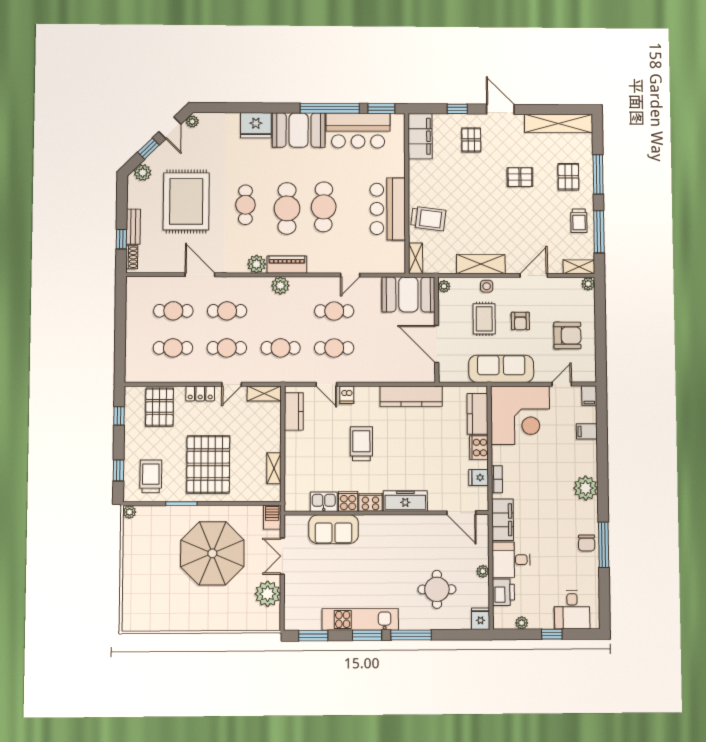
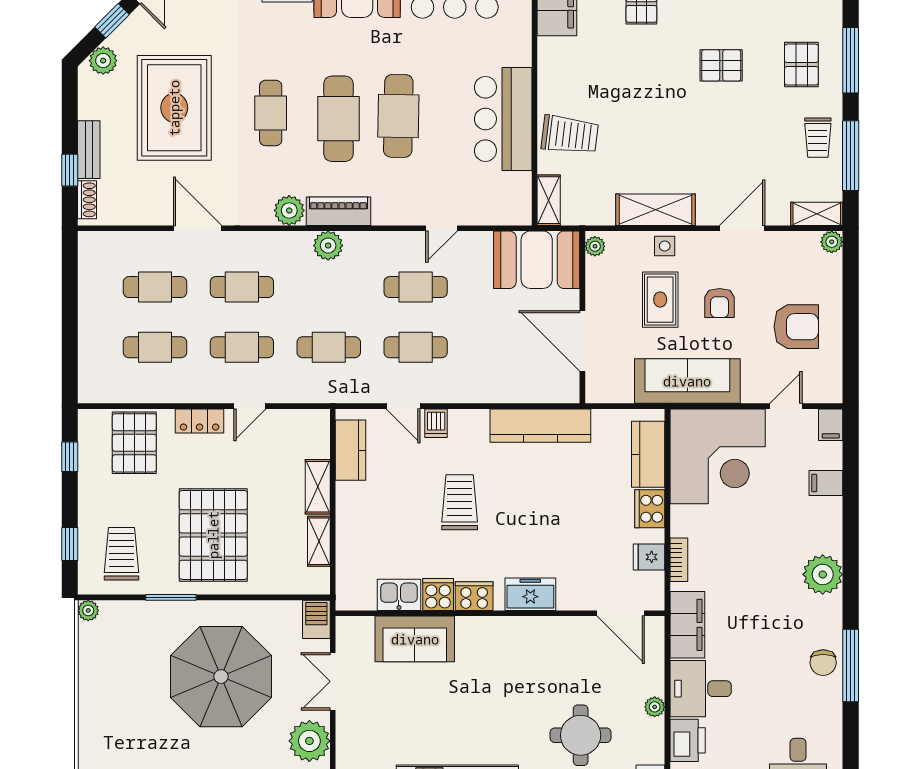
shelving: (264, 394) -> (318, 487), moved, turned 90
freezer: (405, 501) -> (530, 594), width x0.71

